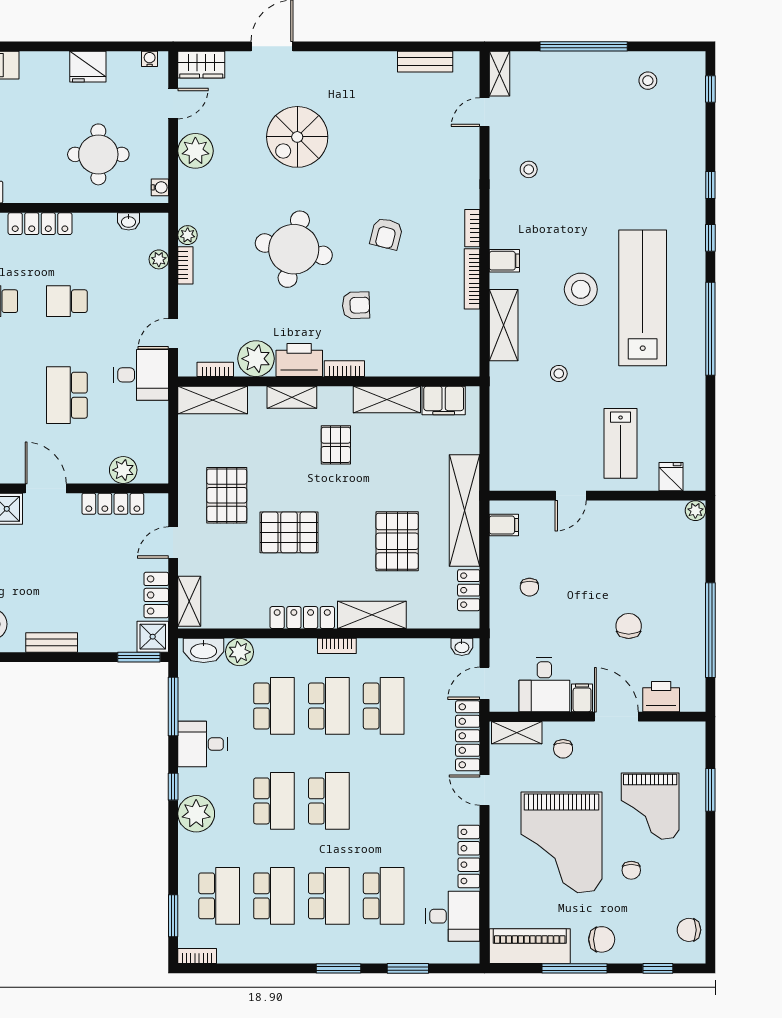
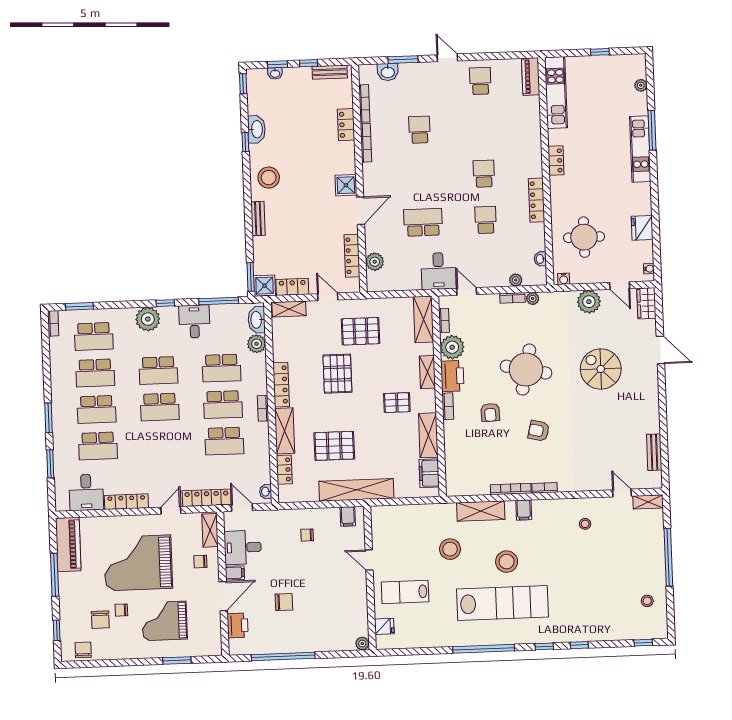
stool: (559, 374) -> (450, 549), width x1.89, depth x1.89
locker: (469, 590) -> (284, 470), moved, turned 90
chair: (602, 939) -> (100, 620), moved

